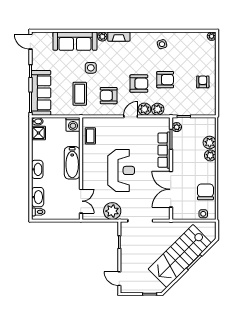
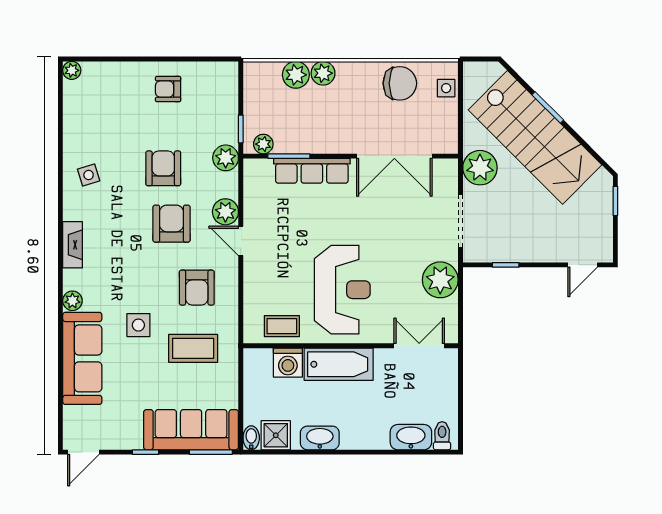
fireplace: (119, 37) -> (73, 245), moved
plant: (158, 109) -> (226, 158), moved
washing machine: (73, 124) -> (288, 363), moved, turned 90
washbasin: (37, 169) -> (320, 438), moved
reception desk: (121, 170) -> (342, 290), moved, turned 90
chair: (205, 192) -> (400, 83), turned 180
plant: (165, 230) -> (480, 168), added

